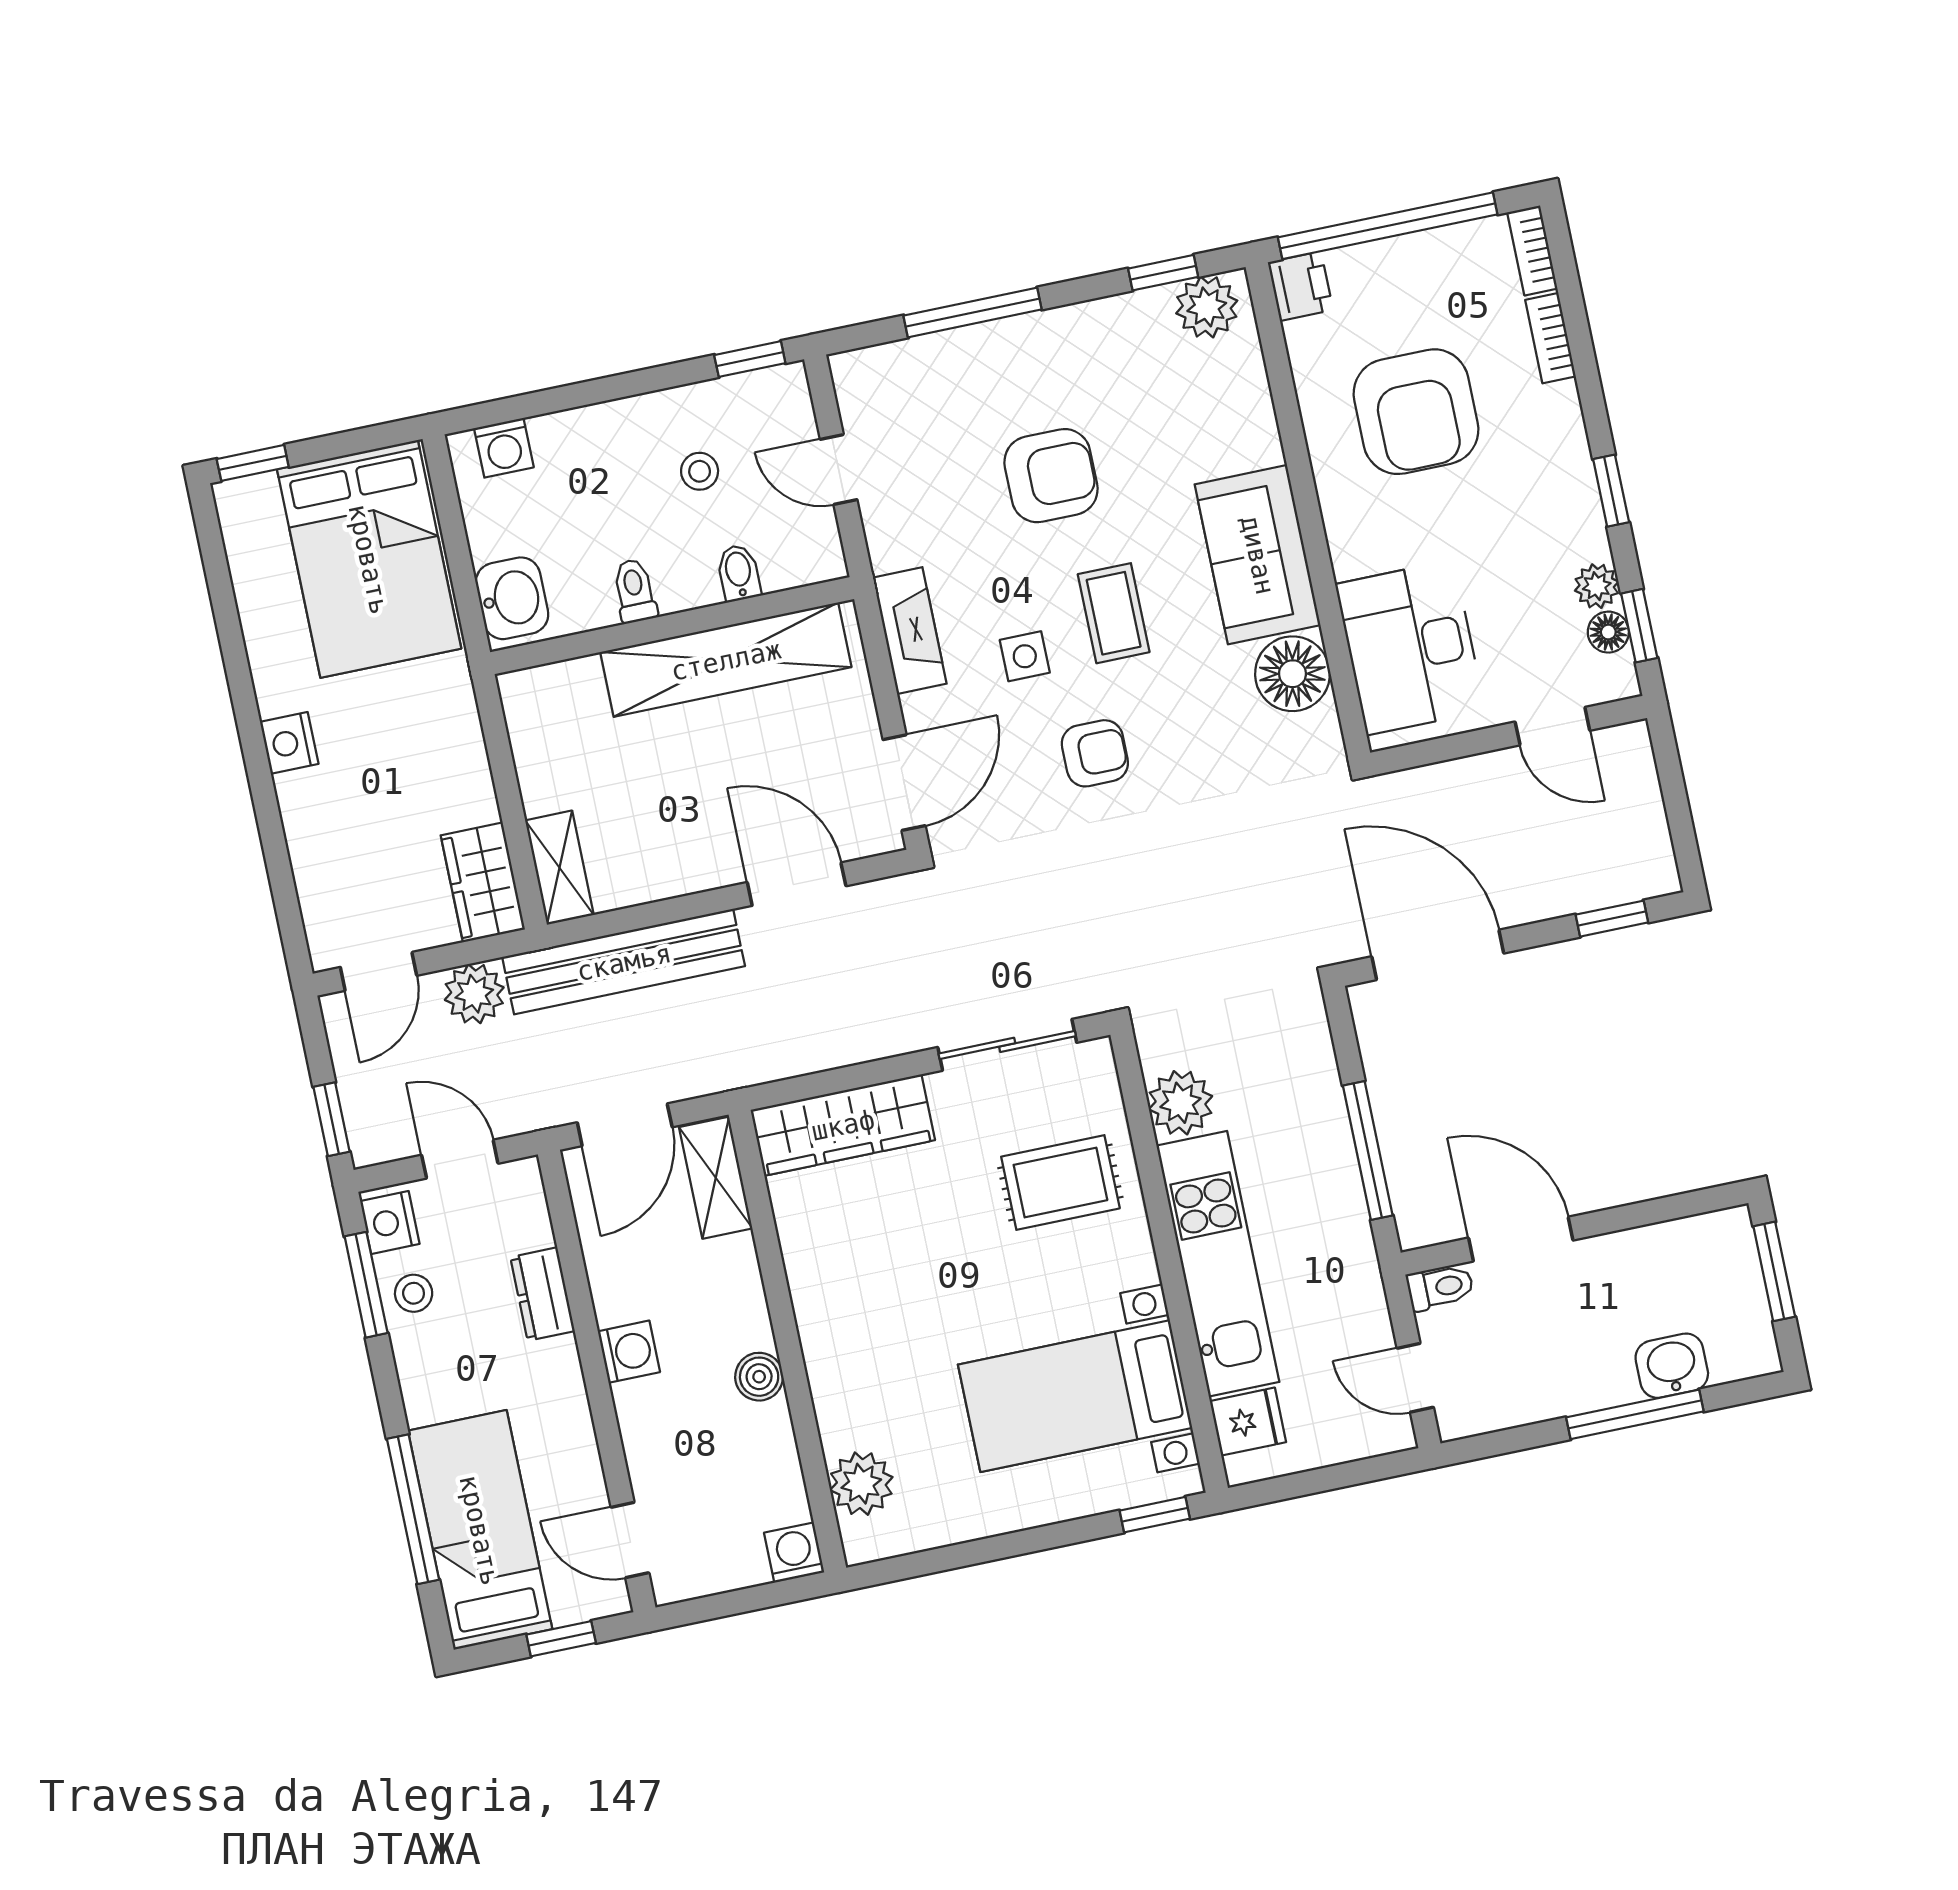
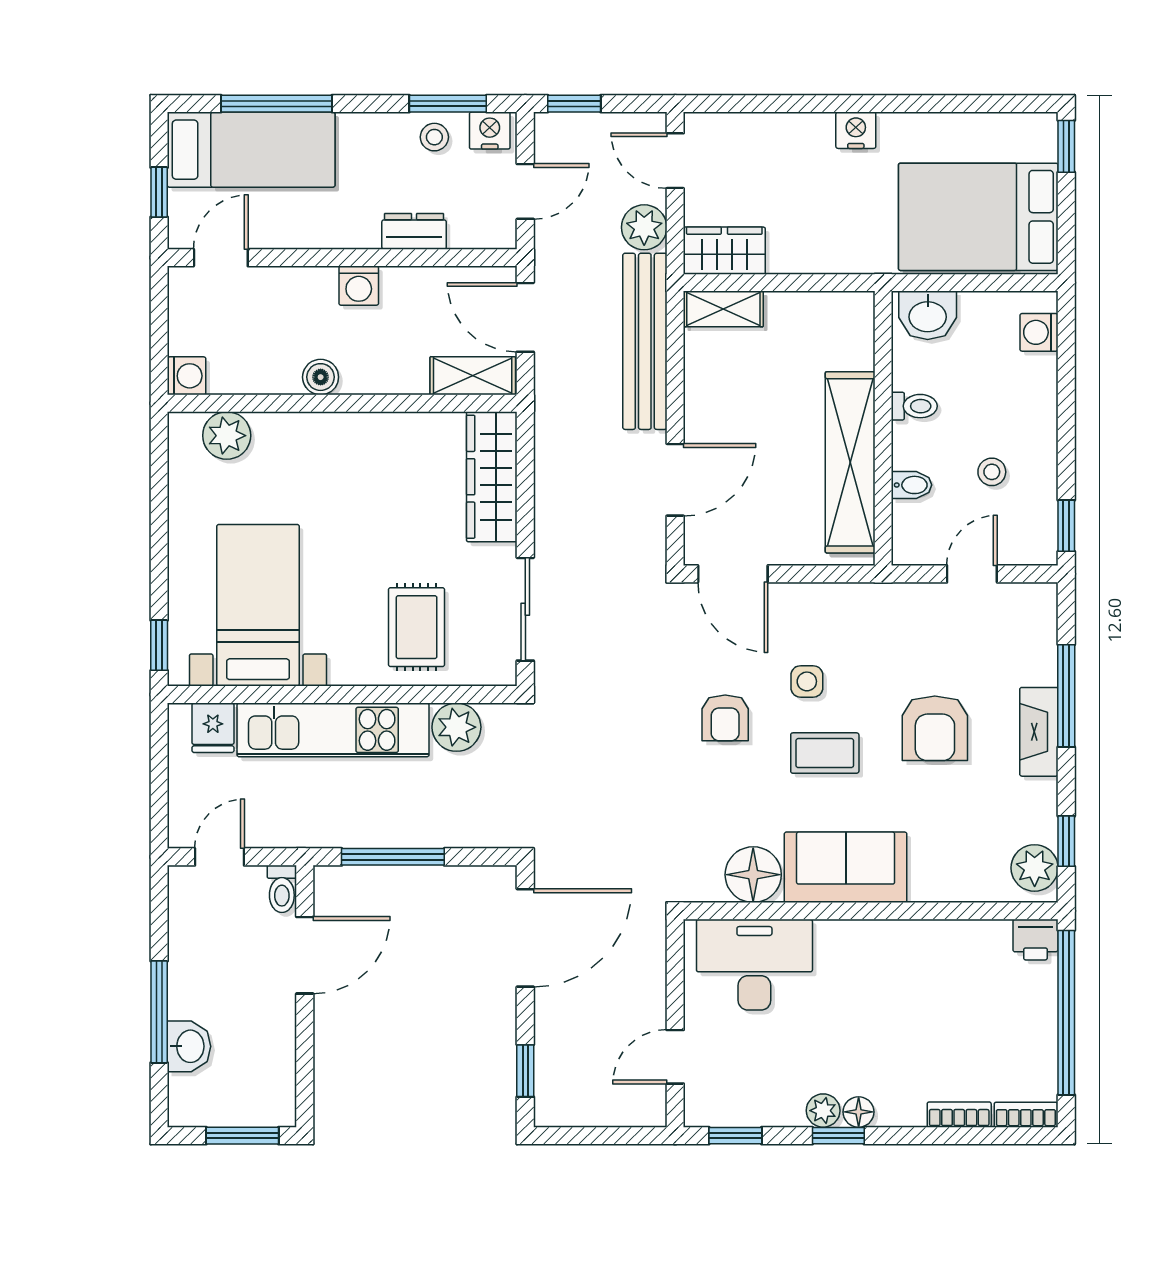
armchair: (1416, 412) -> (926, 1005), removed
plant: (1597, 586) -> (823, 1111), moved
fireplace: (910, 631) -> (1039, 732), moved, turned 90
floor lamp: (1608, 632) -> (859, 1112), moved

